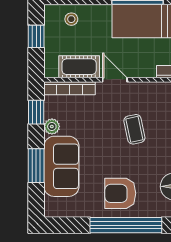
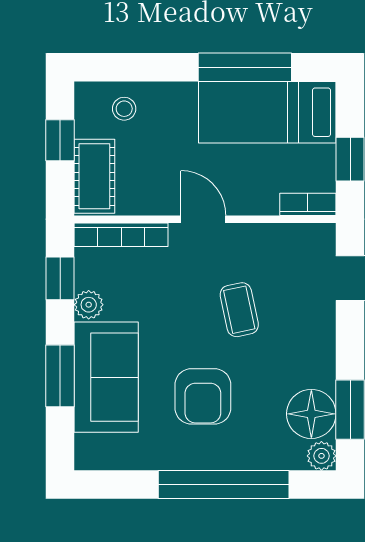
cot: (79, 67) -> (94, 176), moved, turned 90
armchair: (120, 193) -> (203, 396), moved, turned -90

